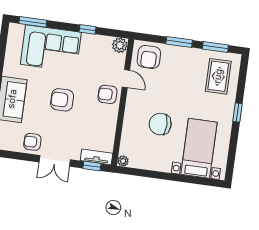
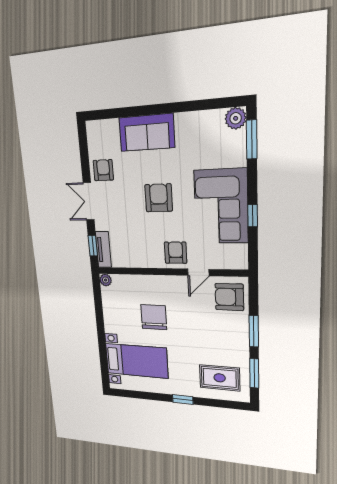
plant: (120, 45) -> (236, 118), moved
corner sofa: (51, 48) -> (221, 207), moved

